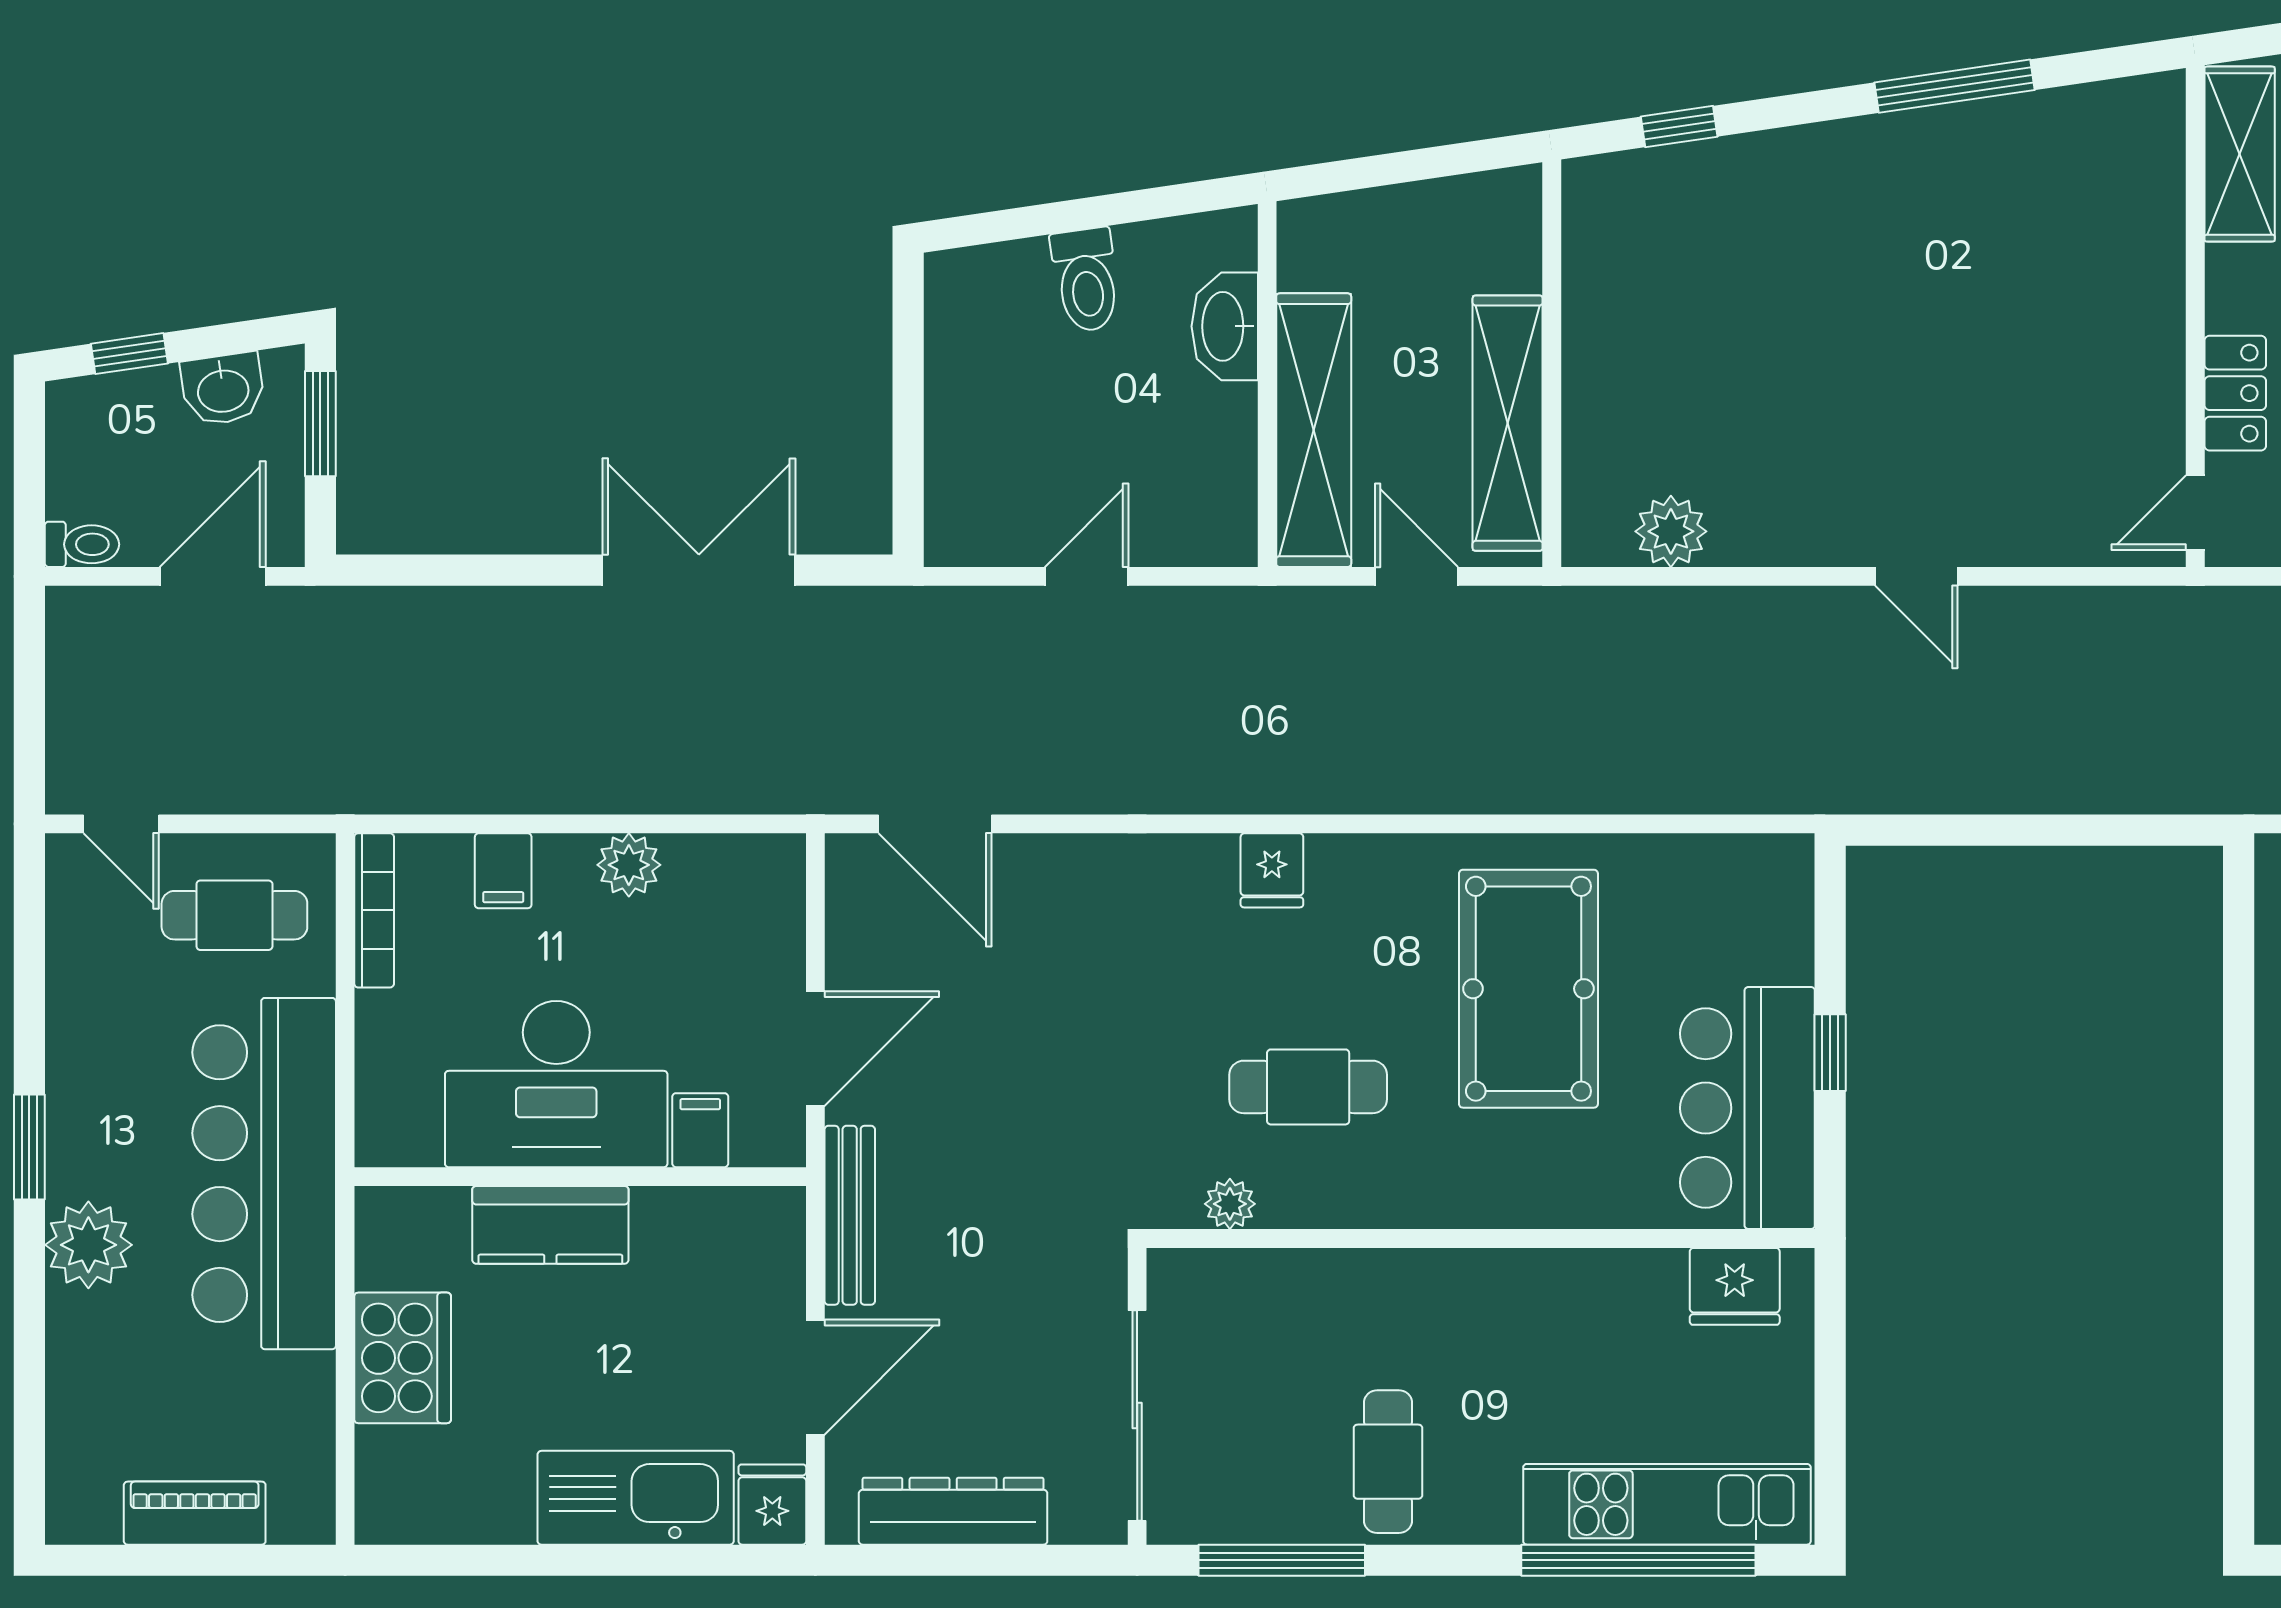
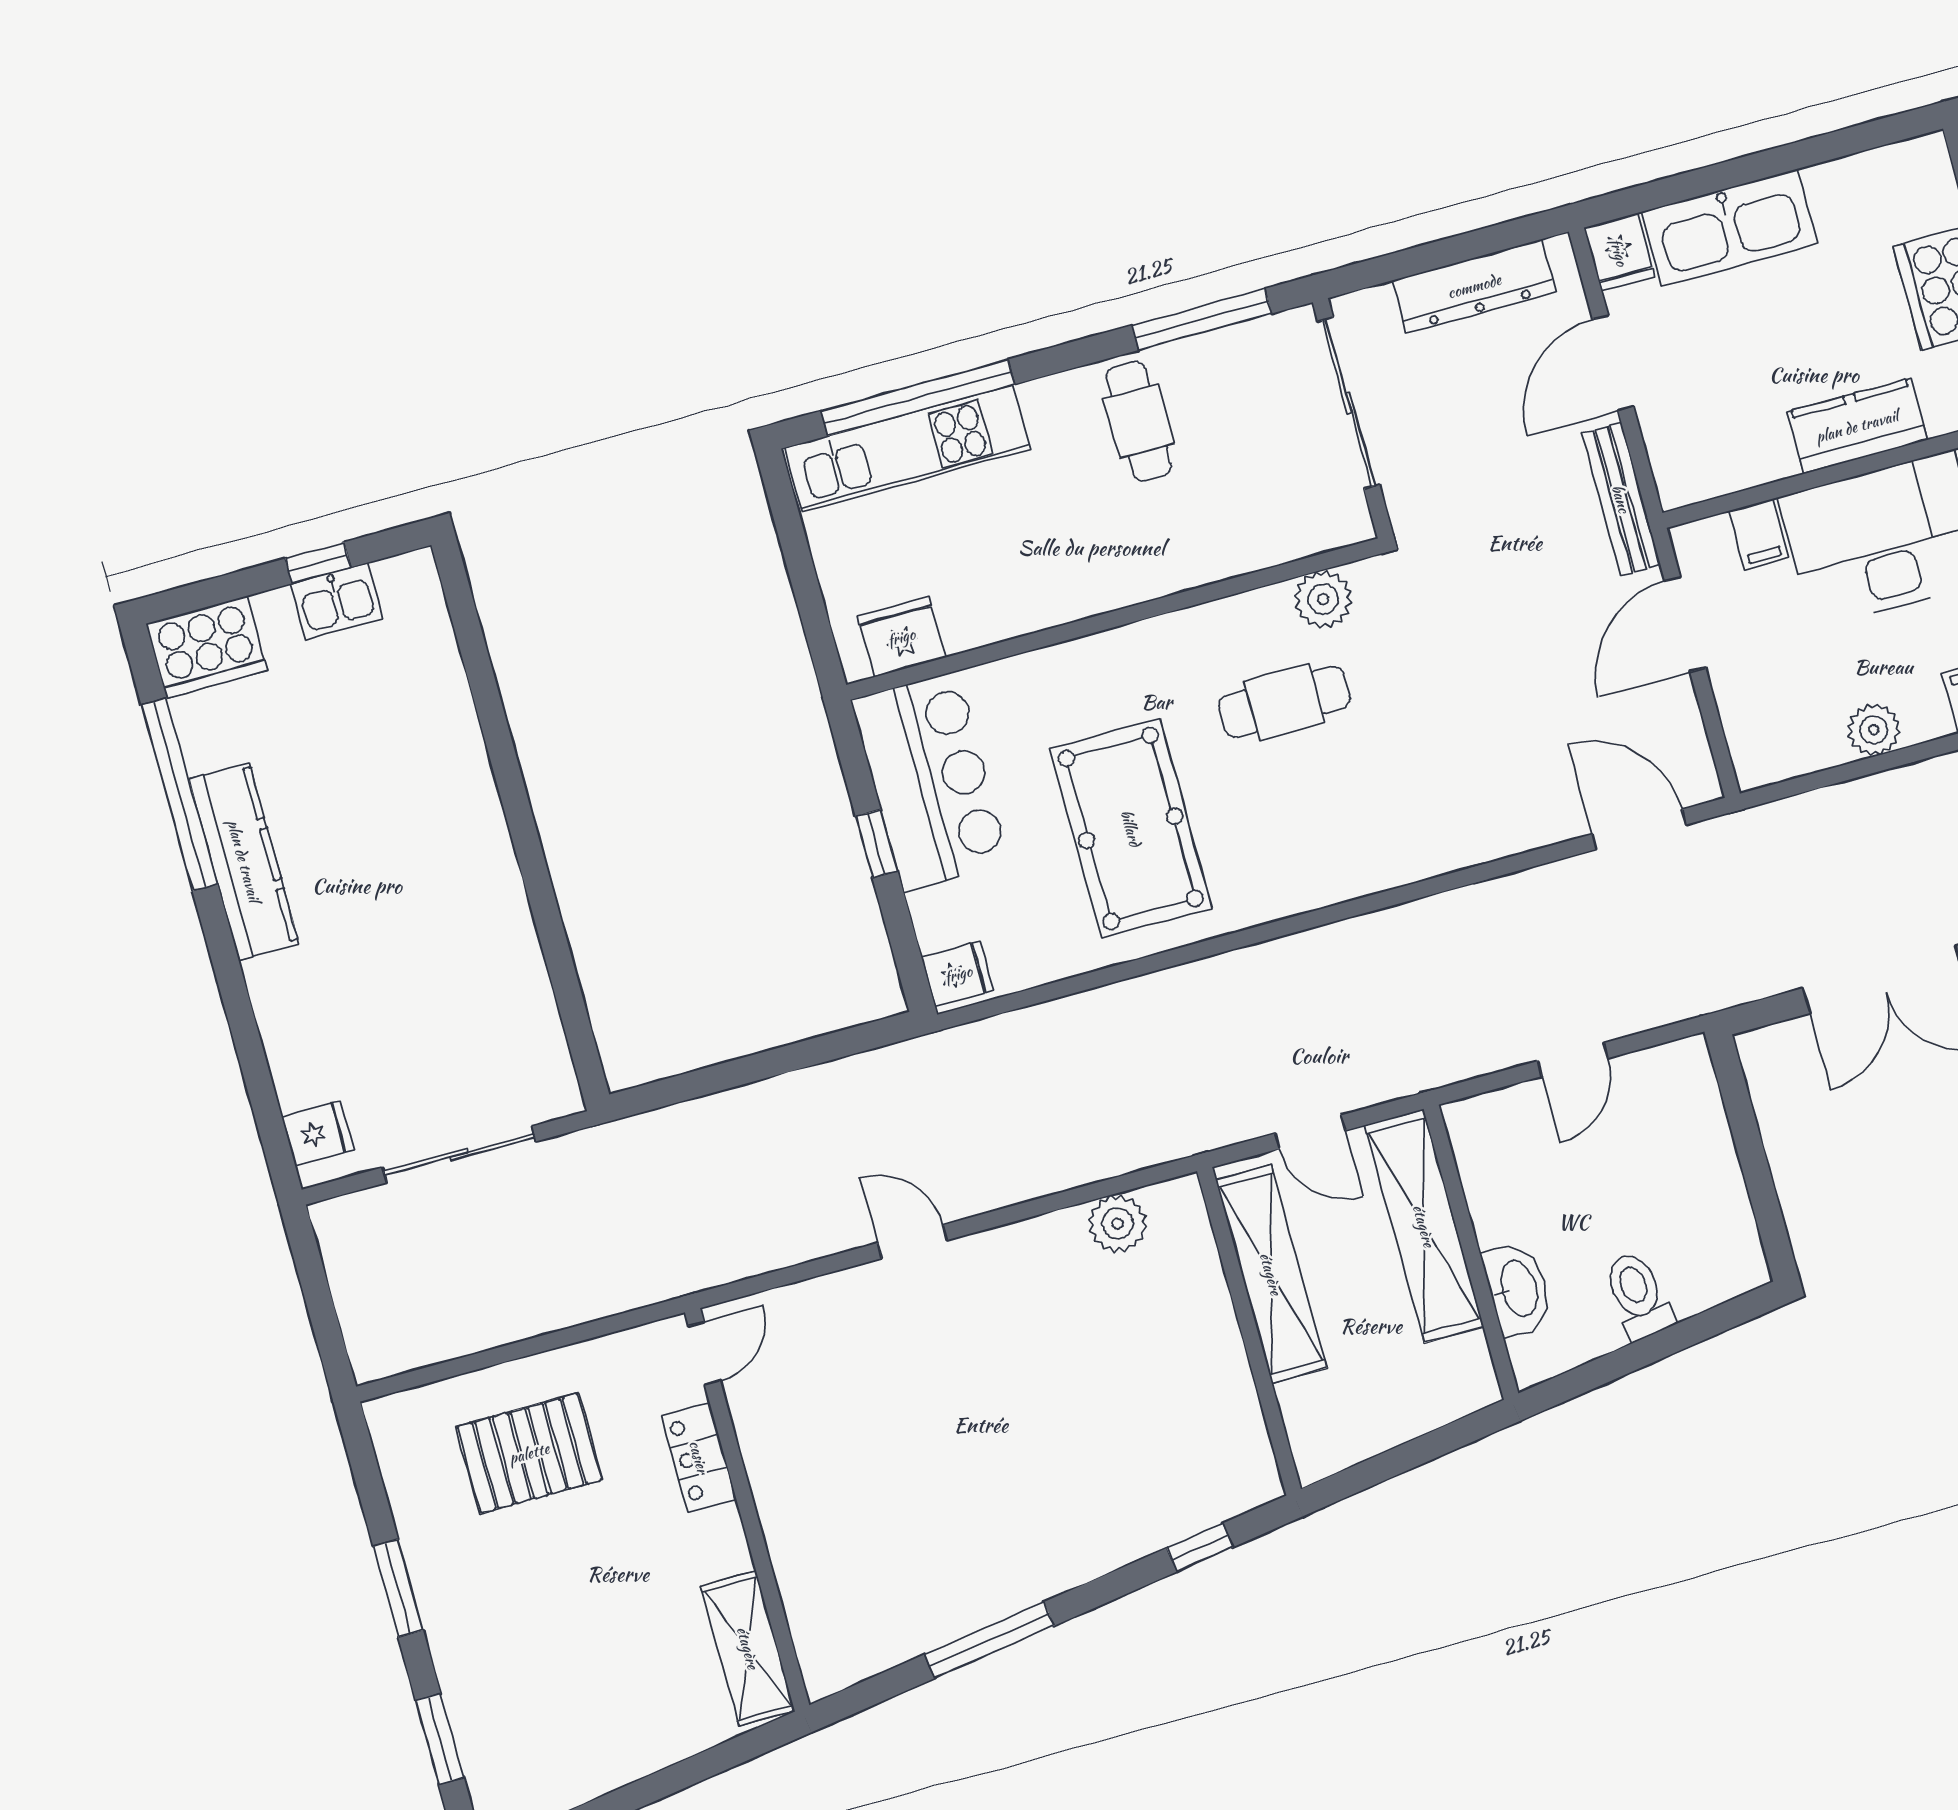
fridge: (1272, 870) -> (958, 974), moved, turned 90
plant: (1230, 1204) -> (1323, 599), width x1.38, depth x1.38

